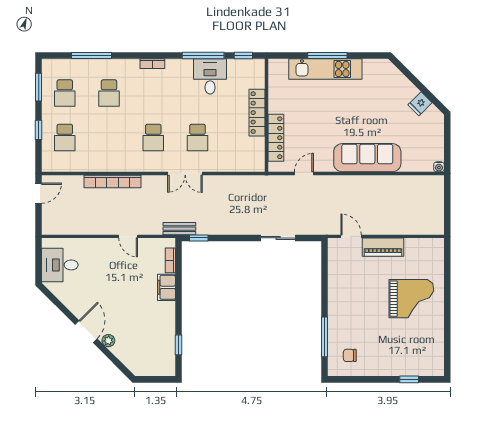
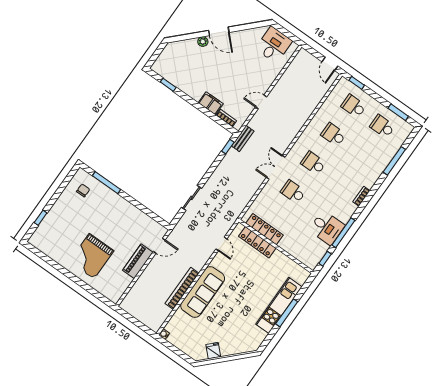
school desk: (109, 93) -> (333, 135), moved
locker: (257, 113) -> (265, 229), moved
window: (39, 130) -> (357, 83), moved
bookcase: (113, 182) -> (182, 288), moved

